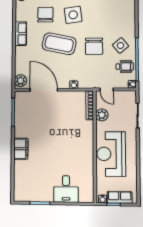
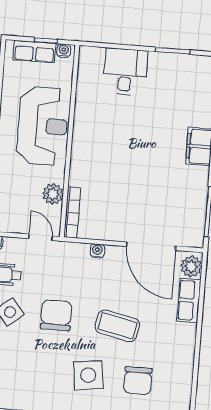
row of seats: (21, 34) -> (189, 300), moved
coffee table: (59, 44) -> (117, 326), width x0.73, depth x0.76

